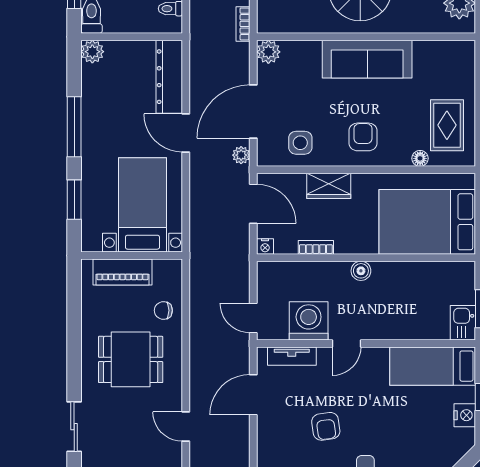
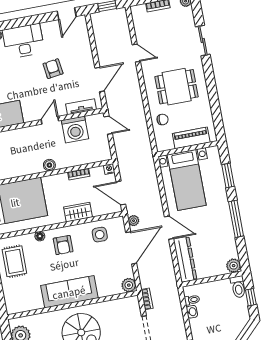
floor lamp: (420, 158) -> (40, 236), moved

